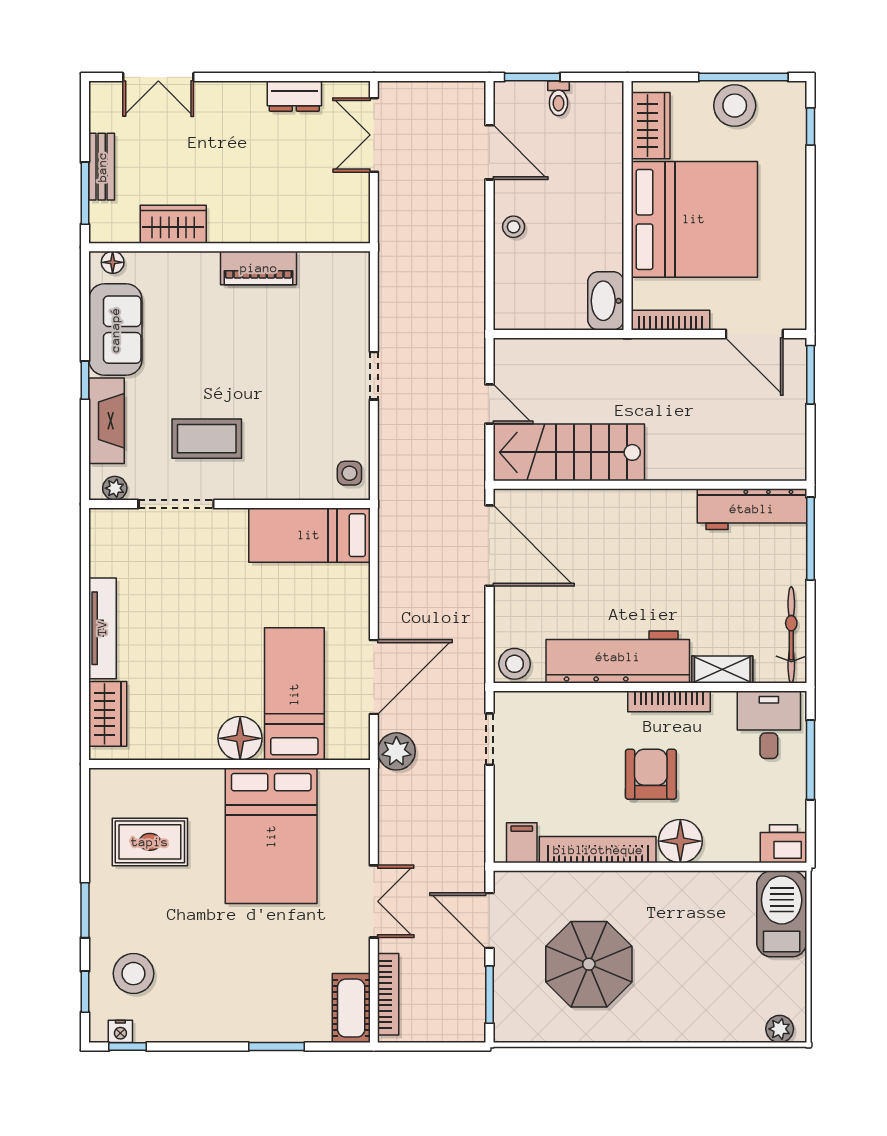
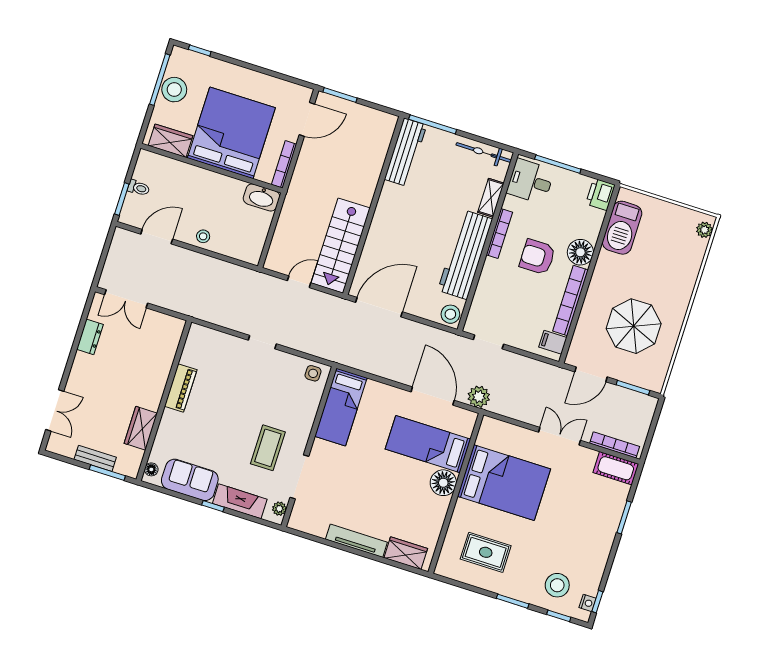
rug: (150, 842) -> (486, 552), turned 90
barbecue: (782, 914) -> (622, 228), moved, turned -90

